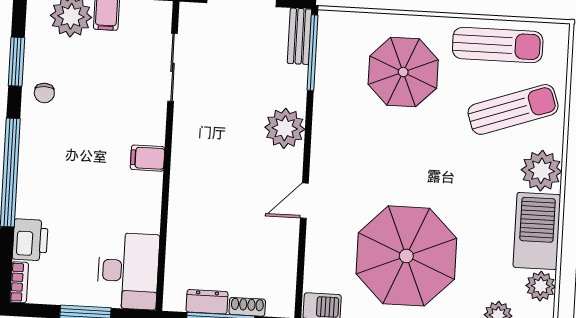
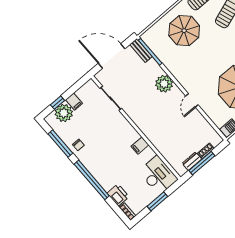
window: (16, 62) -> (60, 143), width x1.44
filing cabinet: (148, 158) -> (140, 146), moved

